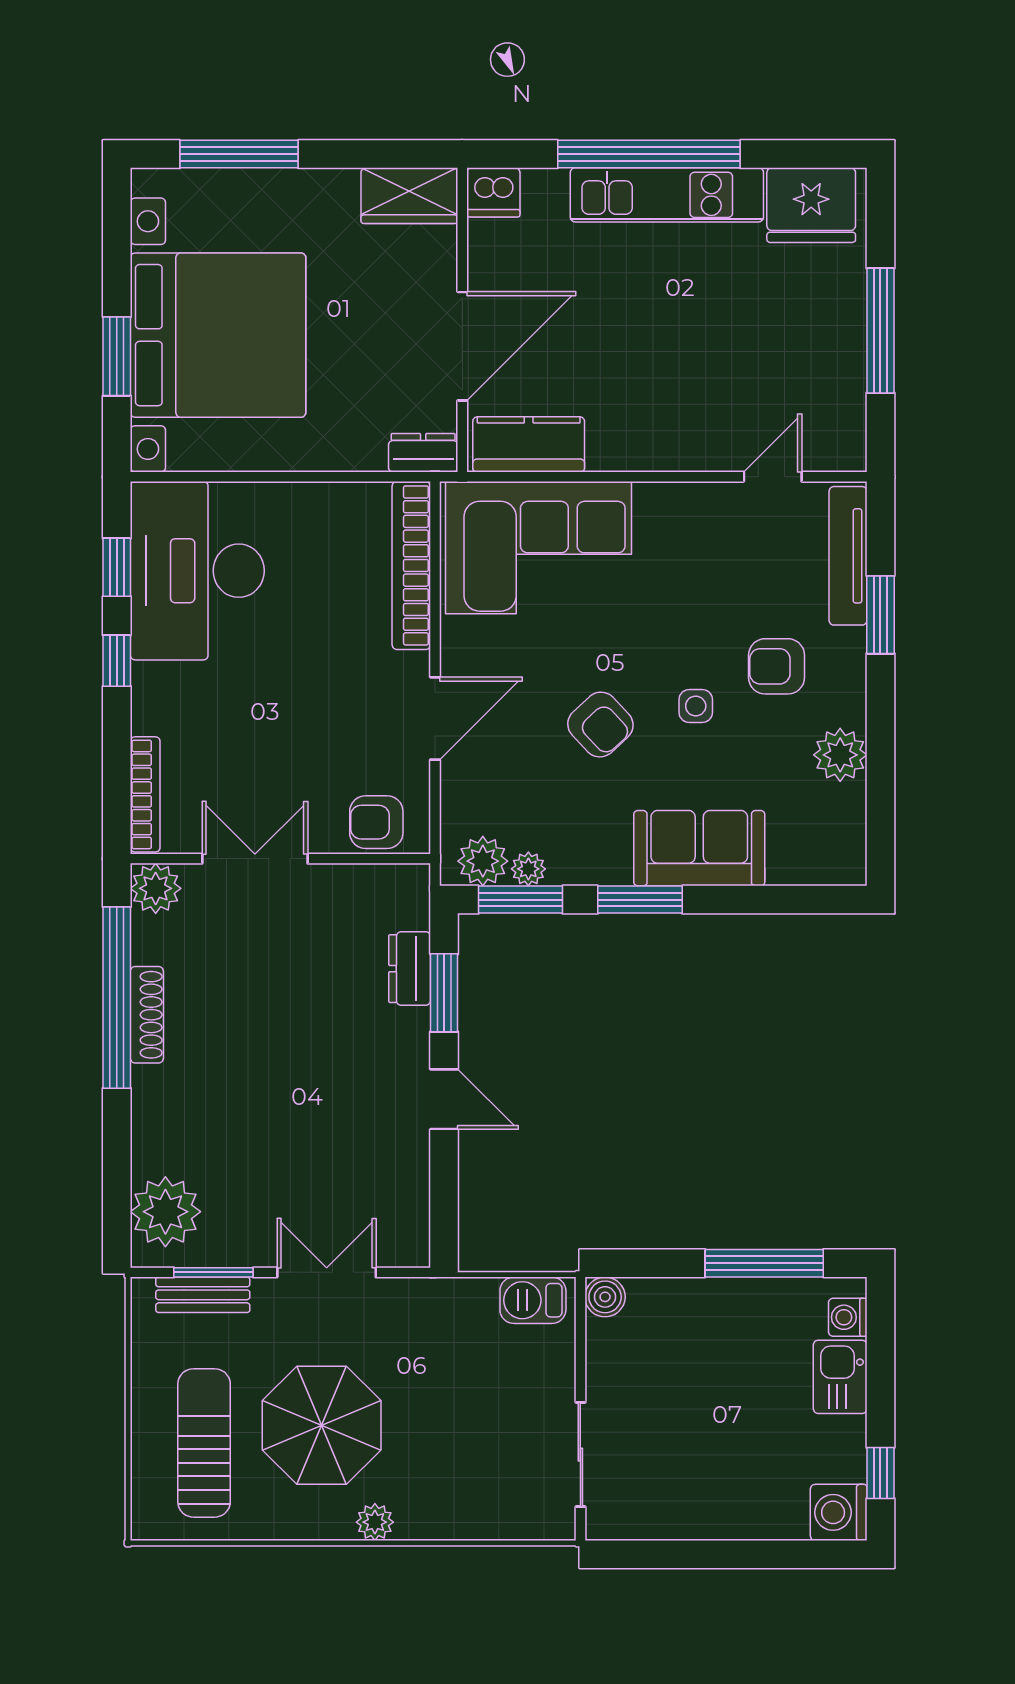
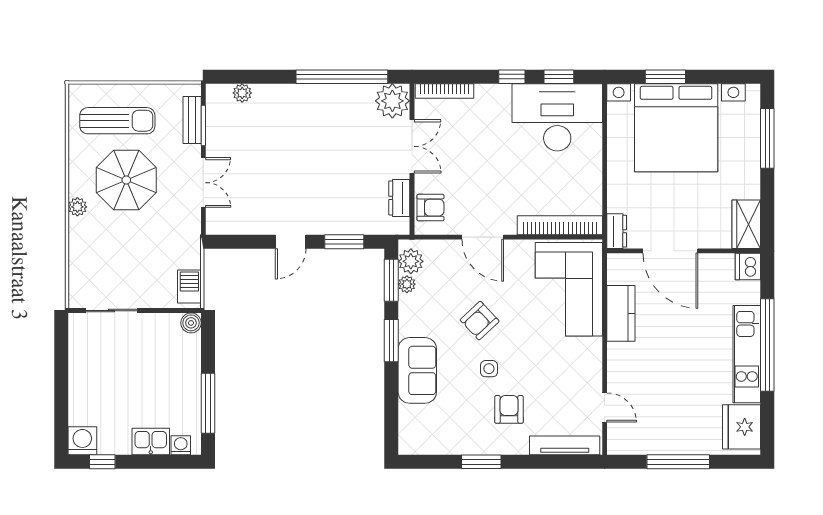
kitchen counter: (529, 444) -> (621, 313), moved
window: (880, 615) -> (481, 462), moved
plant: (840, 755) -> (464, 442), removed
armchair: (376, 822) -> (430, 208), turned 90
plant: (156, 888) -> (392, 101), width x1.36, depth x1.36
dresser: (410, 969) -> (399, 198), moved, turned -90
shoe rack: (147, 1015) -> (333, 92), removed
plant: (165, 1212) -> (242, 93), width x0.53, depth x0.53

